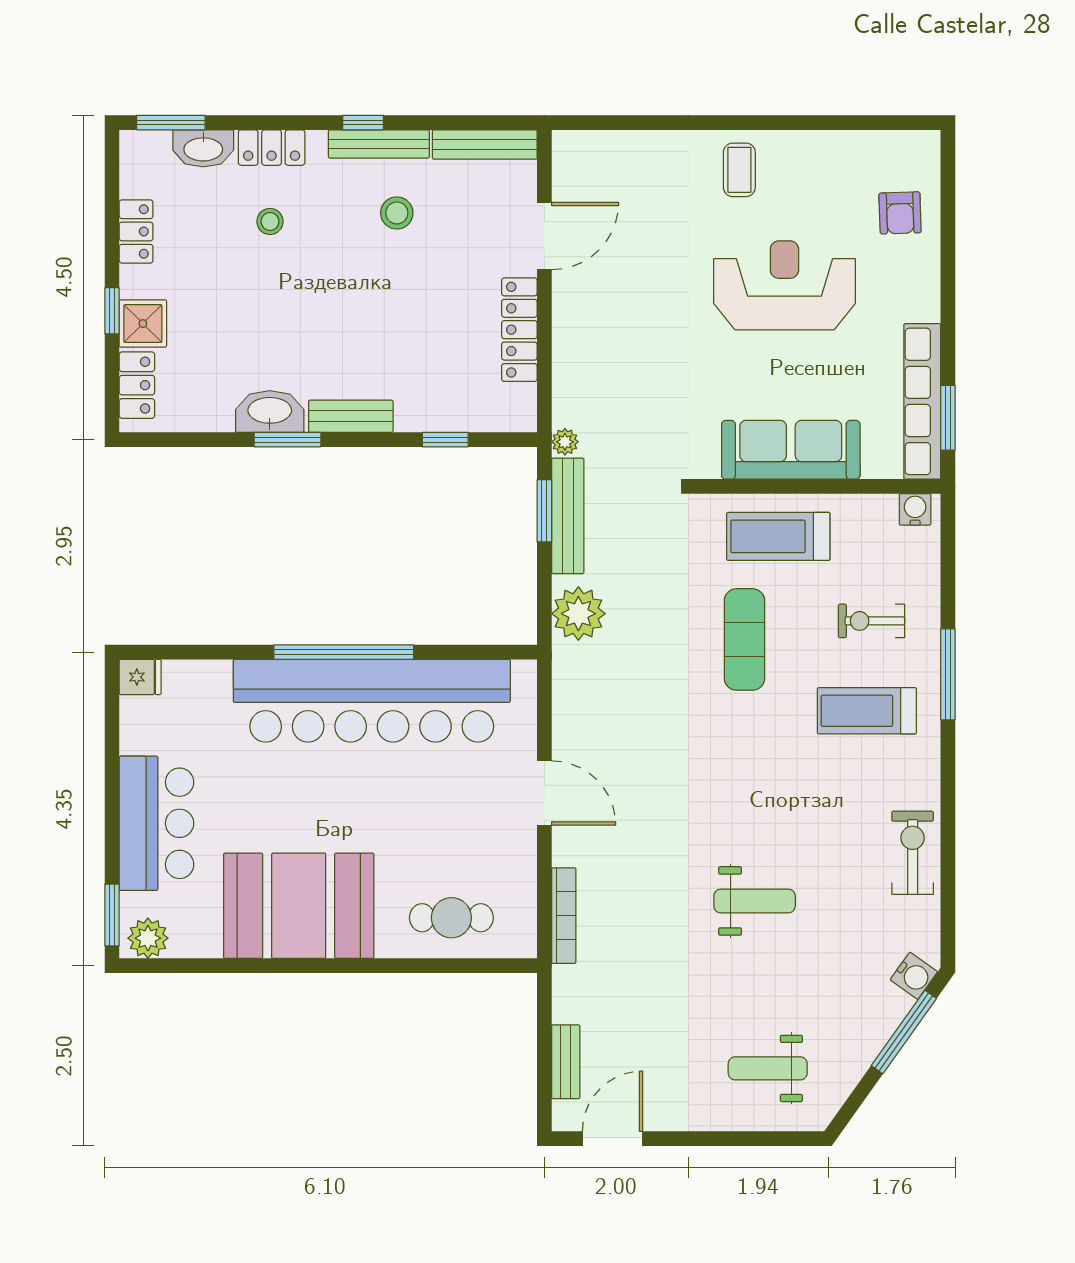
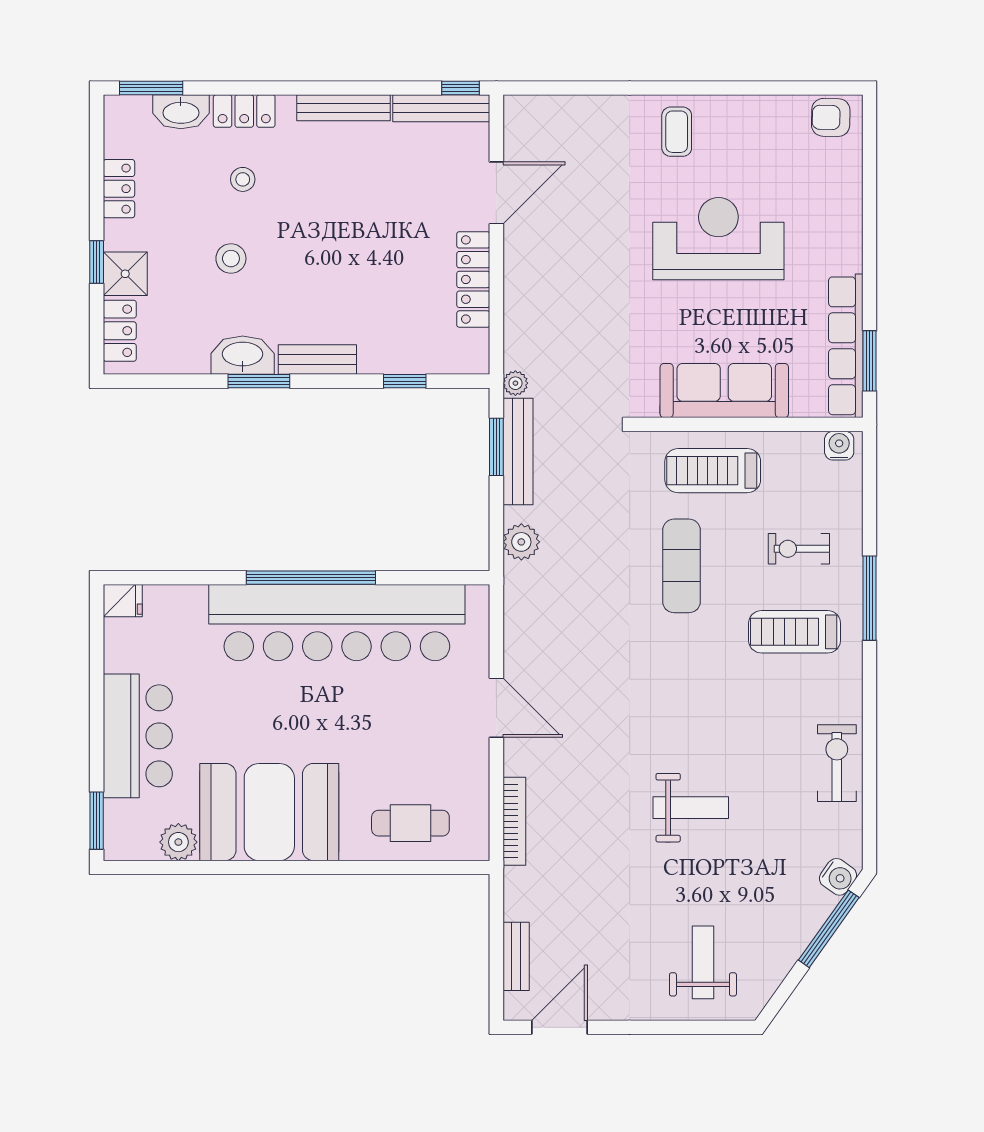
window: (363, 123) -> (460, 88), moved
stool: (397, 213) -> (231, 259), moved
armchair: (900, 213) -> (831, 117), moved, turned 93
plant: (578, 614) -> (521, 542), width x0.73, depth x0.73
plant: (148, 938) -> (178, 842), moved
weight bench: (768, 1068) -> (703, 962), turned 90

